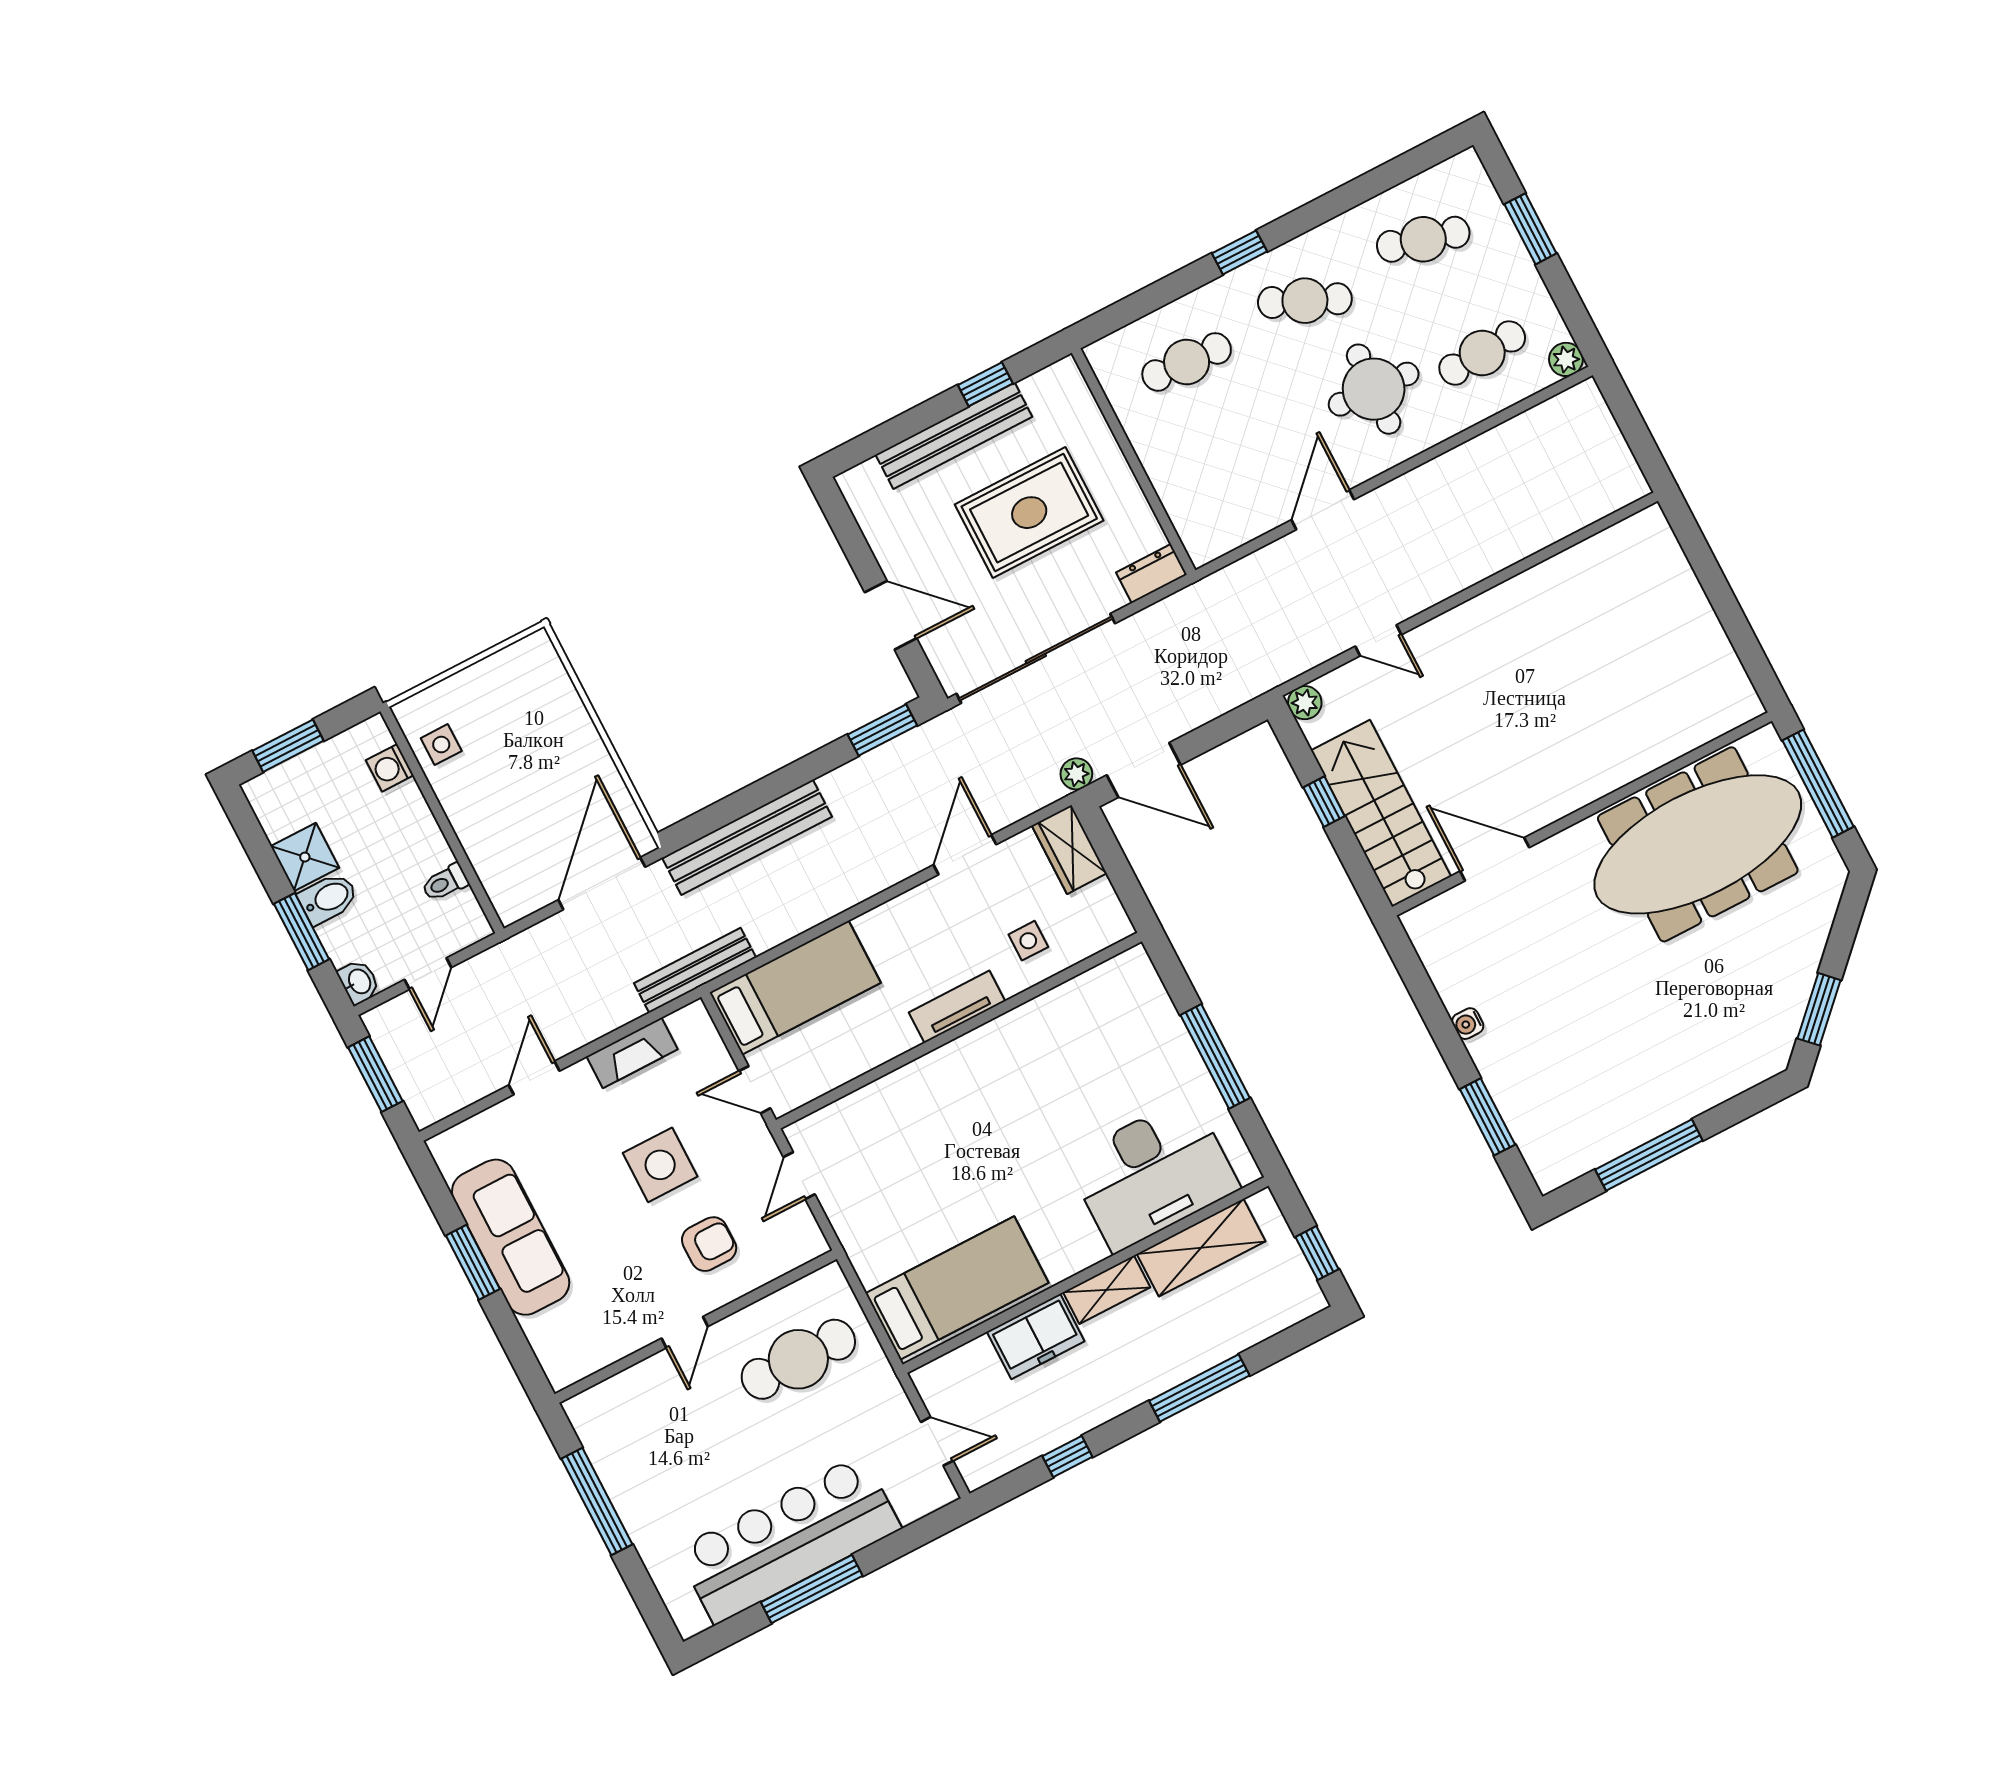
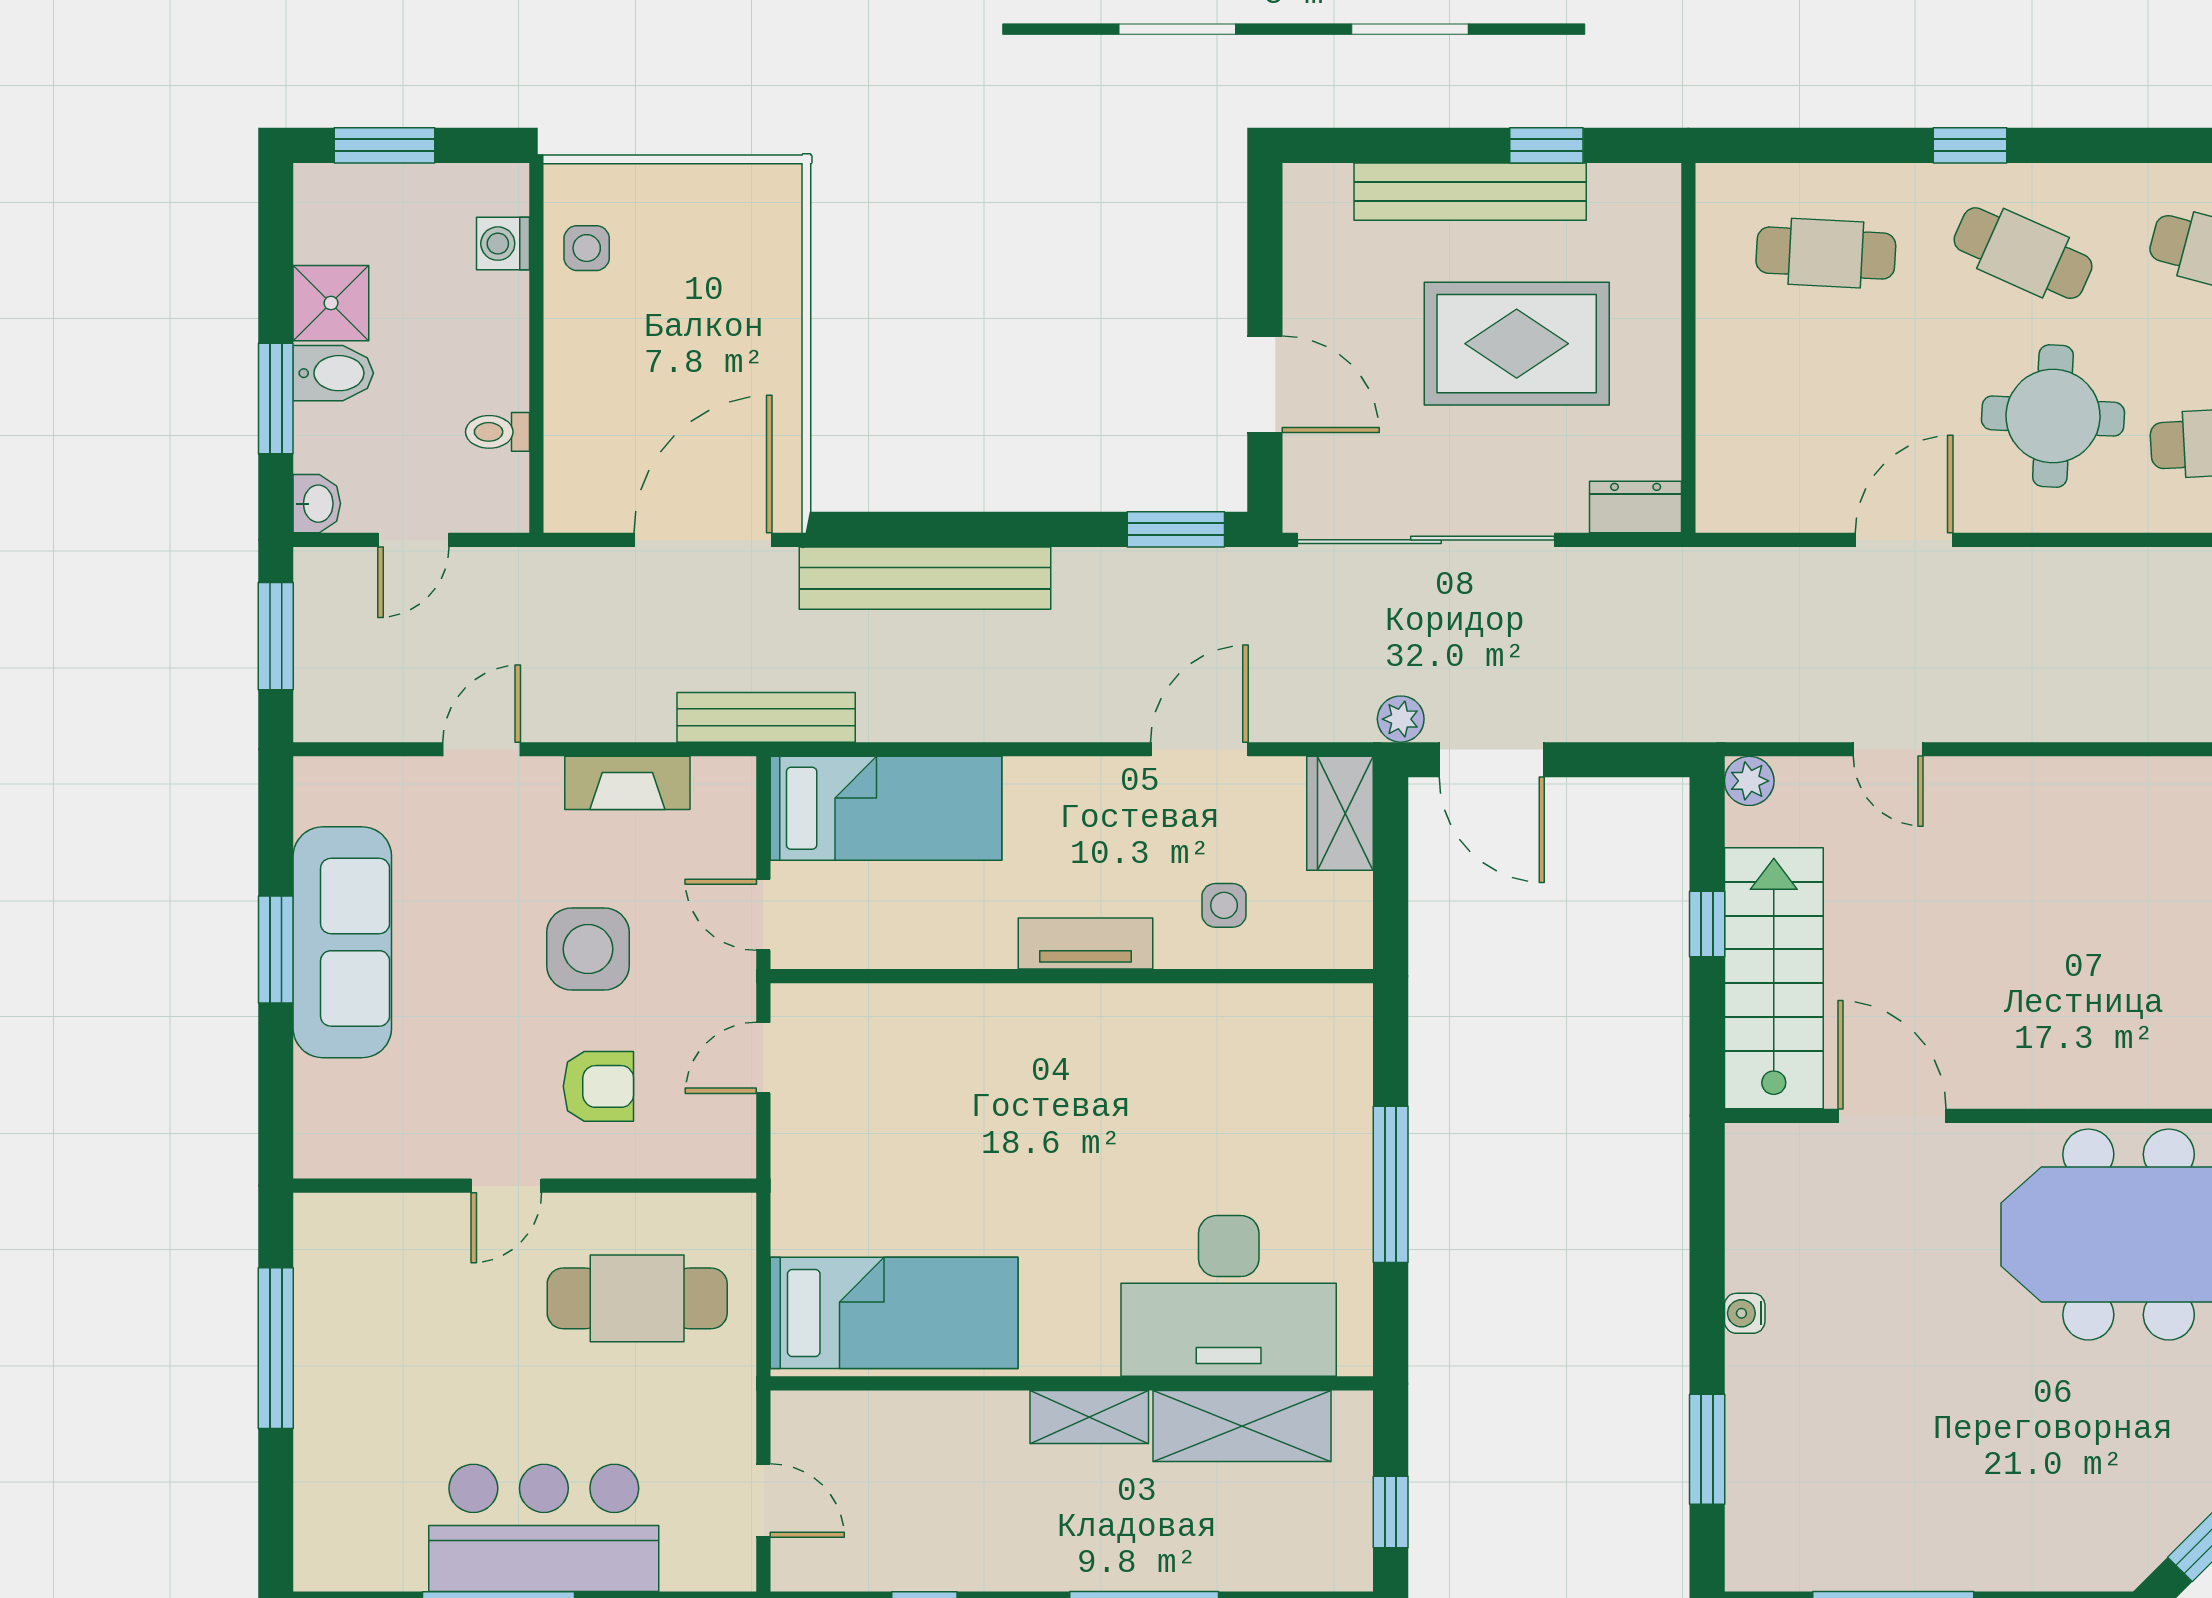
freezer: (1036, 1336) -> (964, 1430), removed
bar counter: (789, 1539) -> (544, 1528), width x0.73

